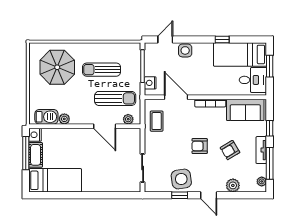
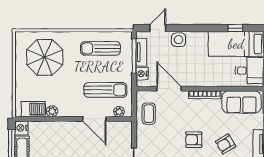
window: (222, 39) -> (235, 28), moved
tv unit: (150, 62) -> (141, 52), added
sun lounger: (102, 70) -> (101, 48), moved

